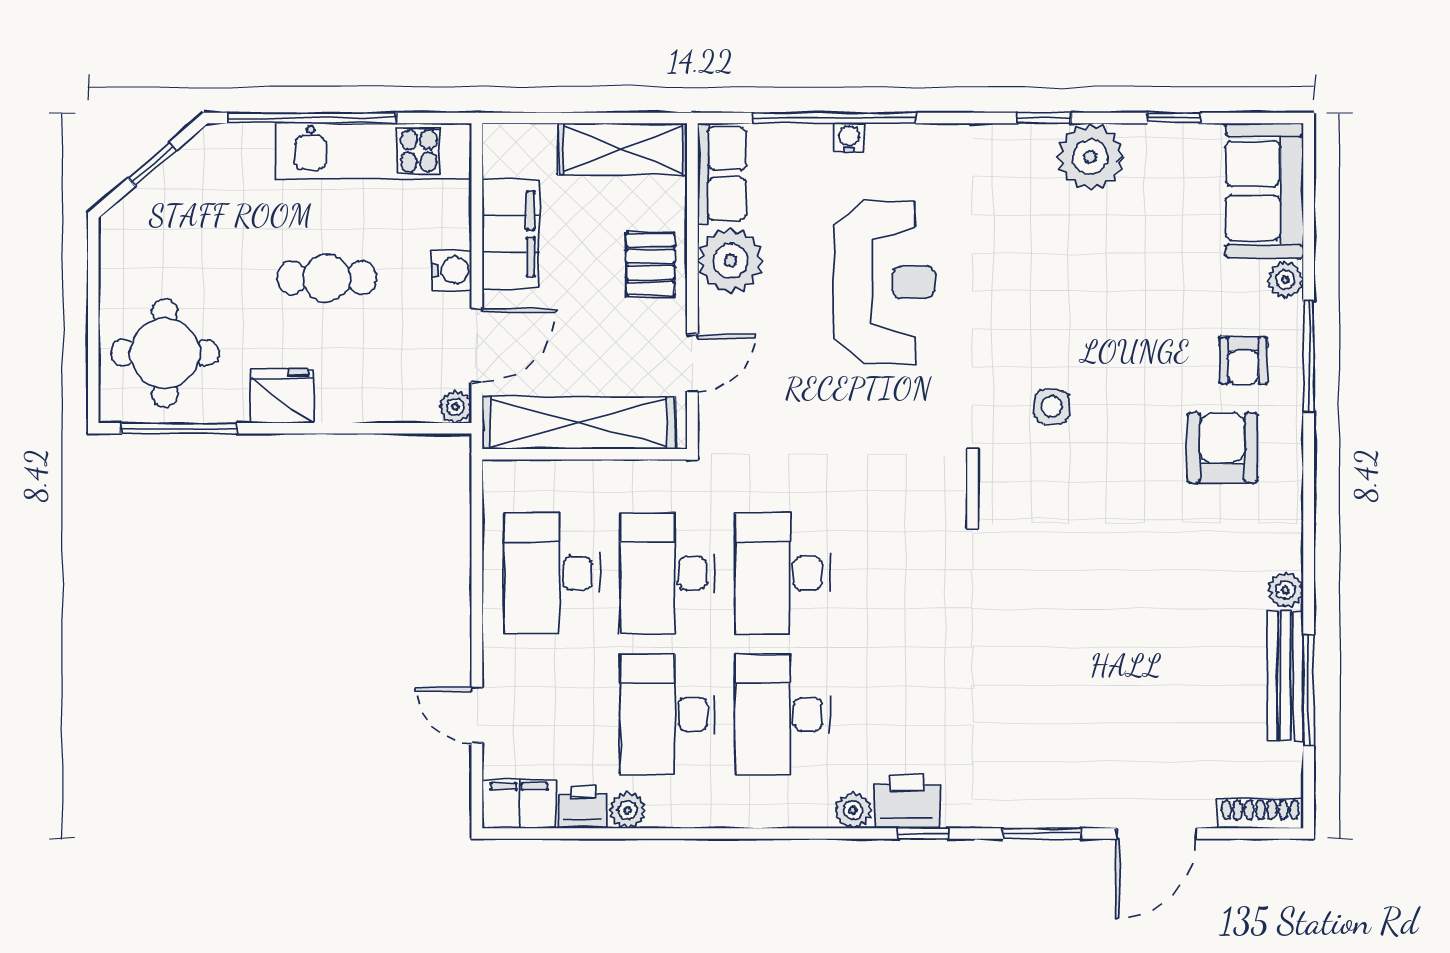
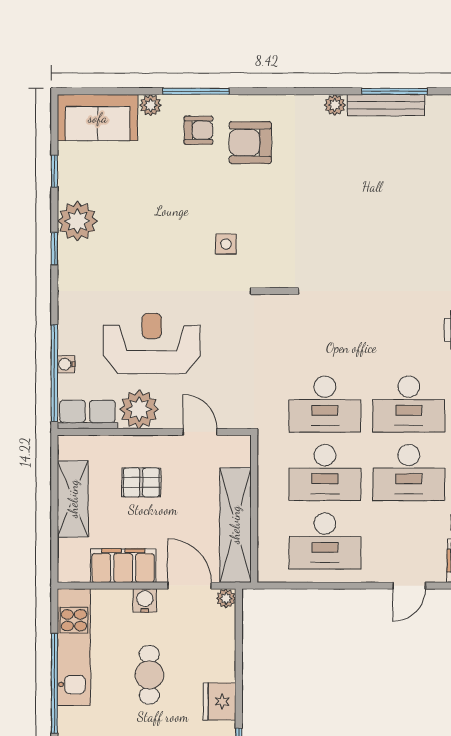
row of seats: (722, 174) -> (87, 414), moved
plant: (731, 261) -> (139, 409), moved
wall: (692, 286) -> (154, 432), moved
door: (692, 363) -> (200, 432), moved

